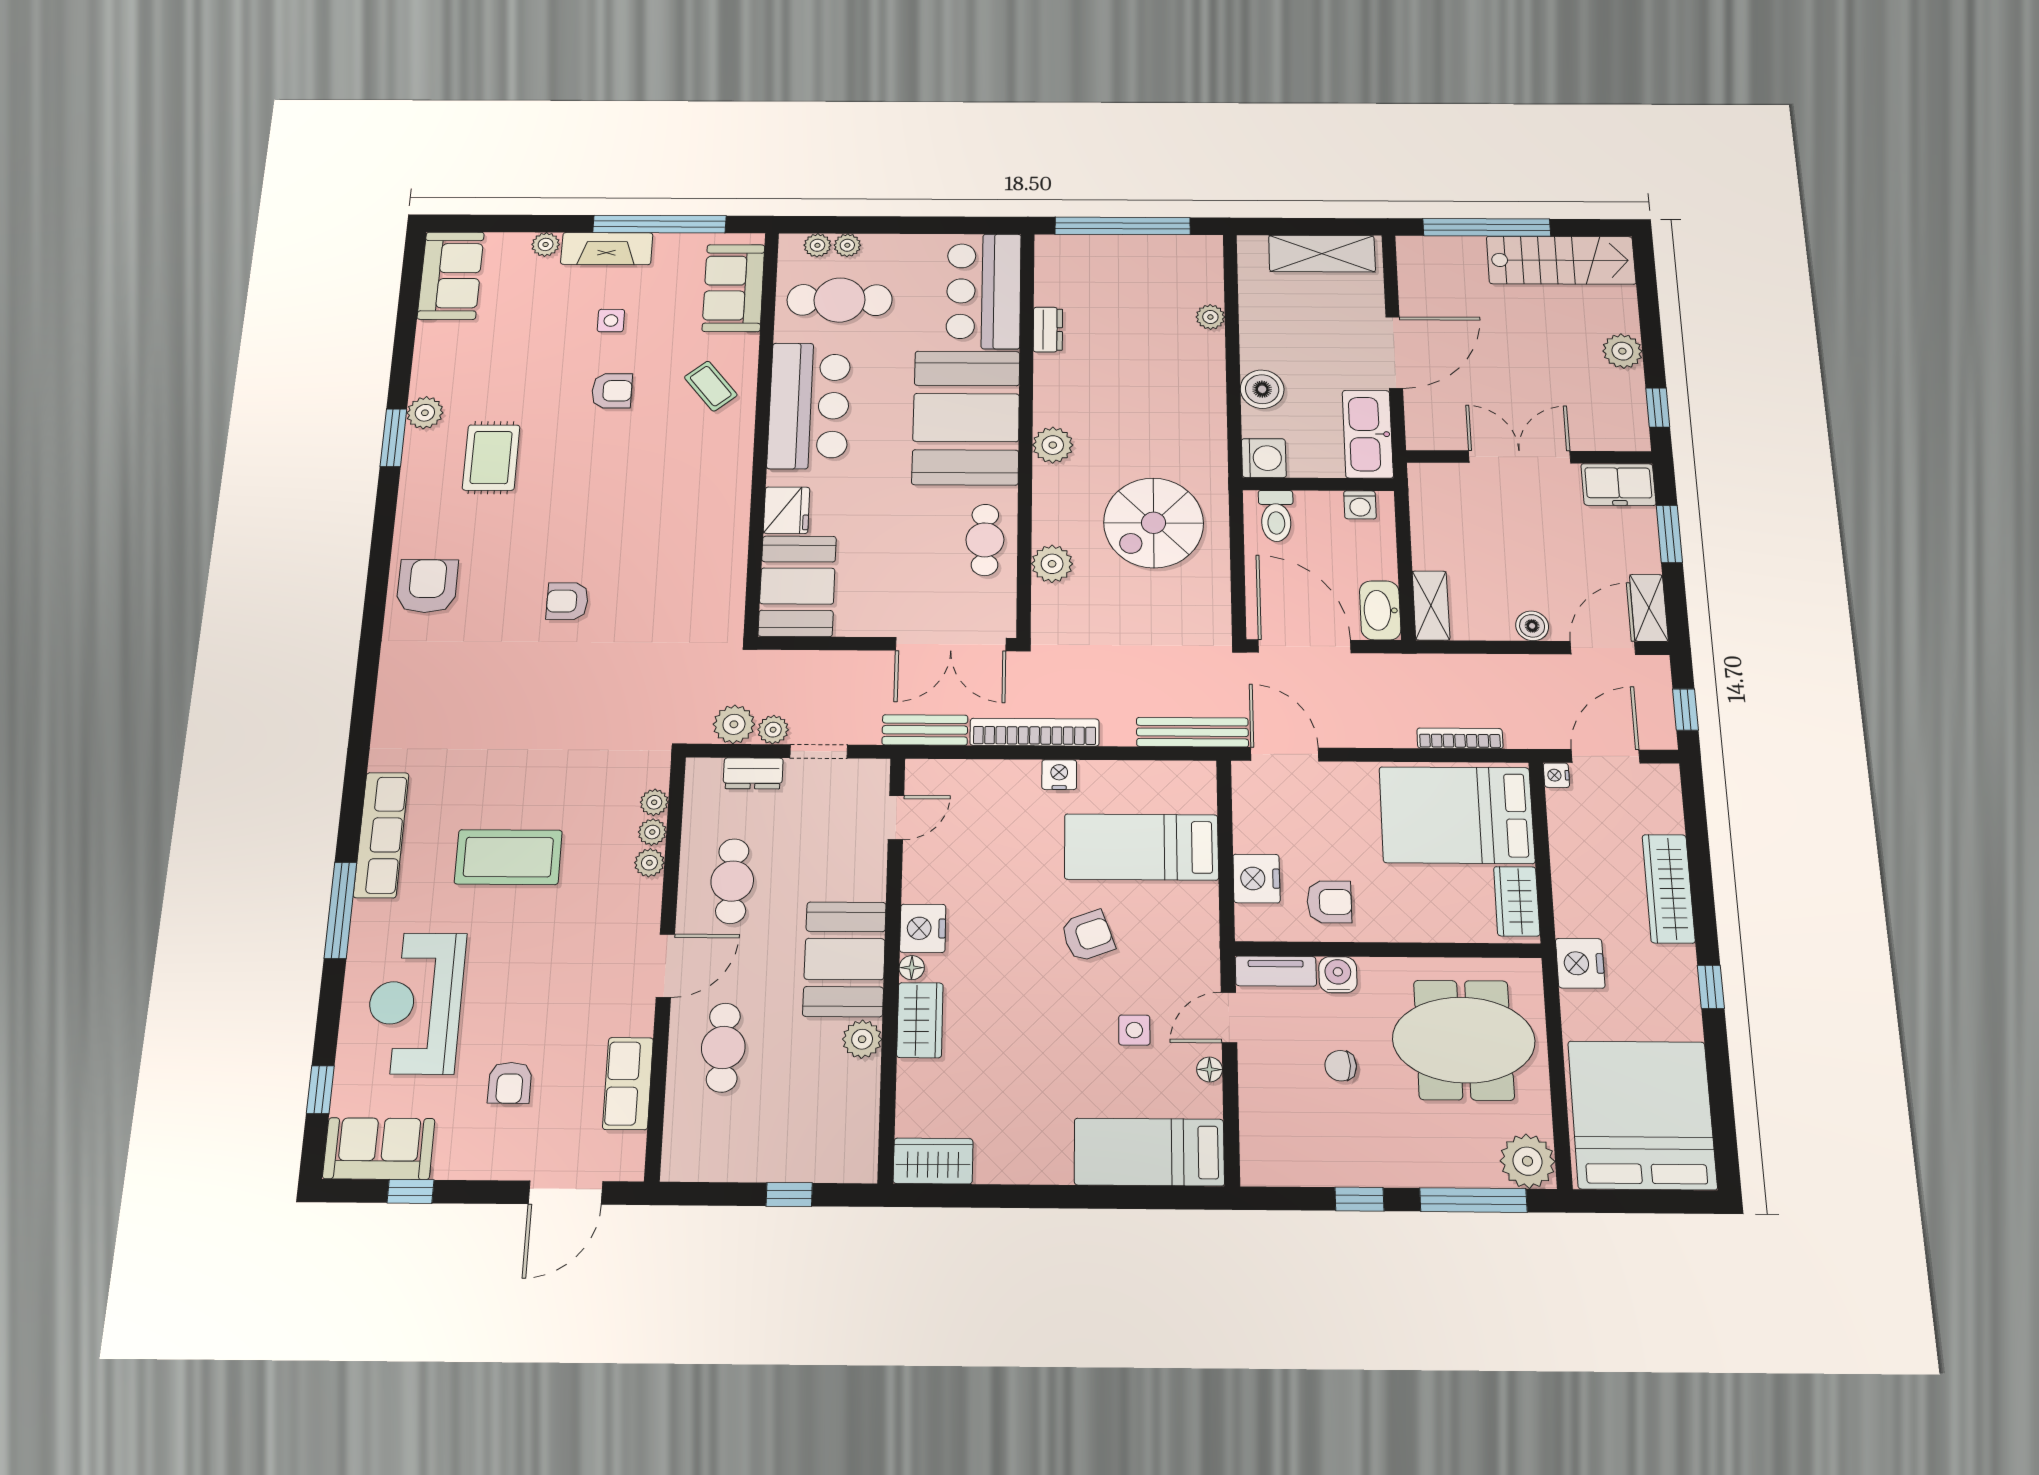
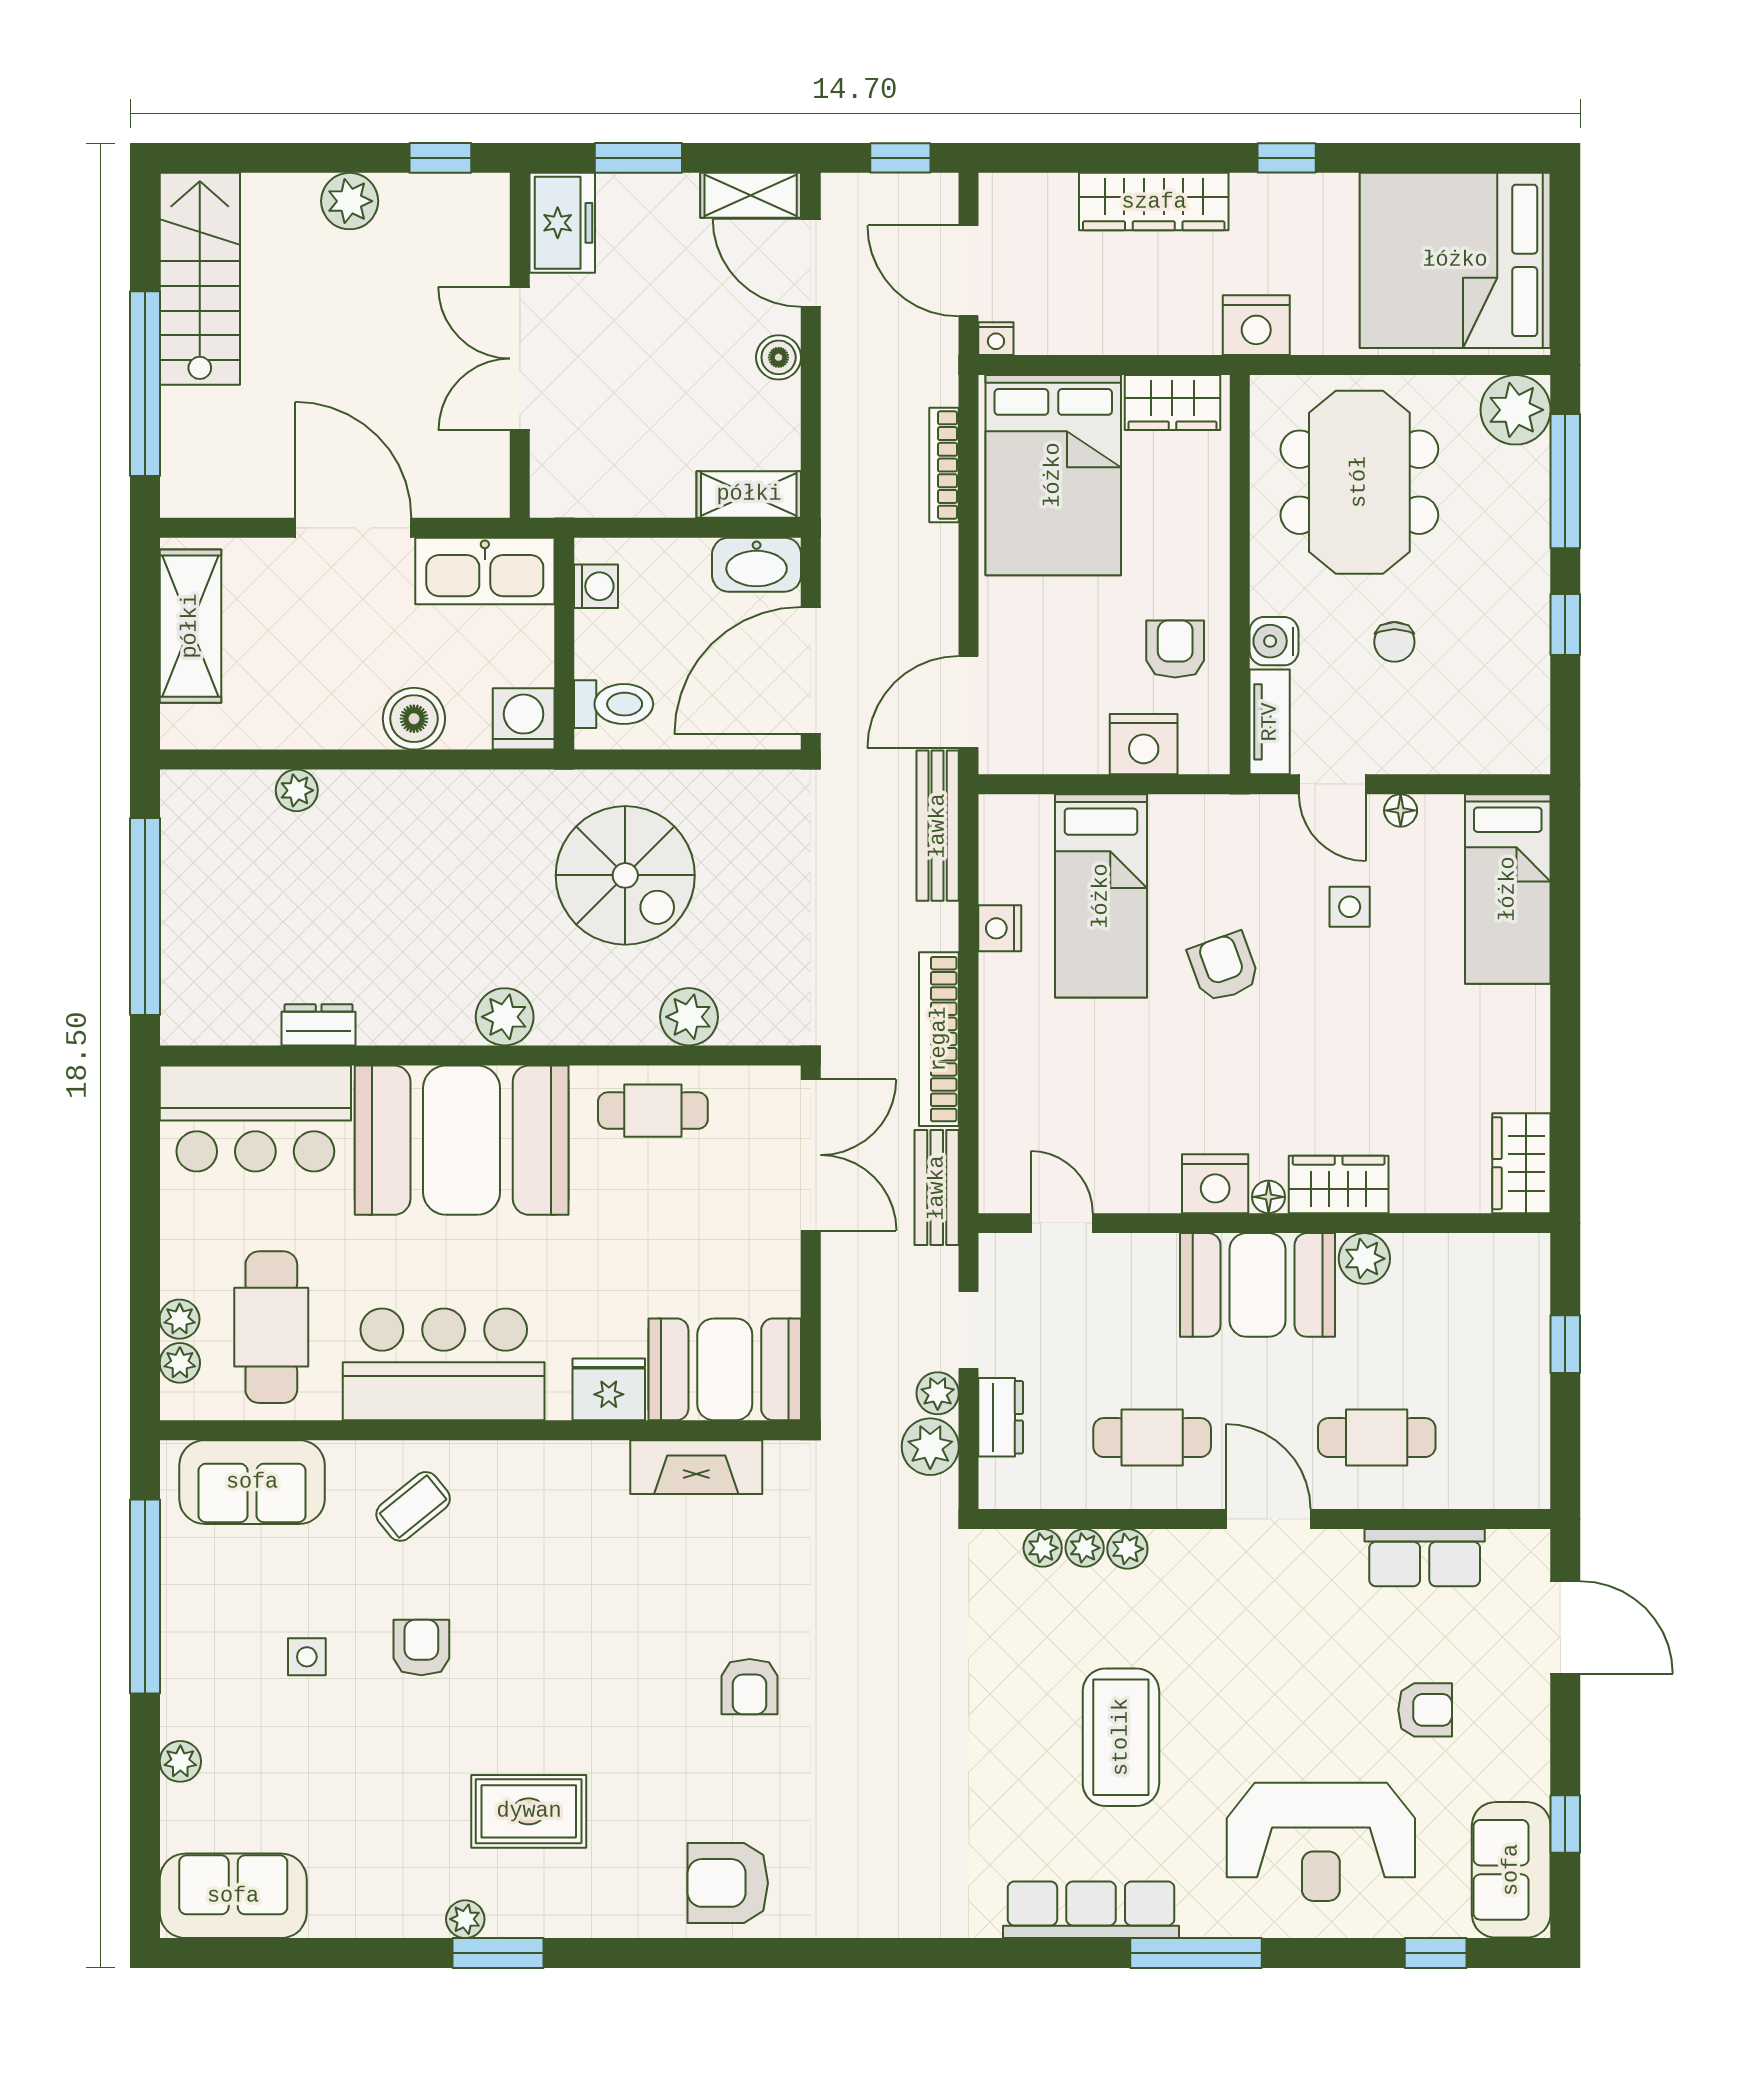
fireplace: (607, 249) -> (696, 1467), moved, turned 90
plant: (425, 413) -> (465, 1919), width x0.73, depth x0.73
nightstand: (1059, 775) -> (1000, 928), moved

